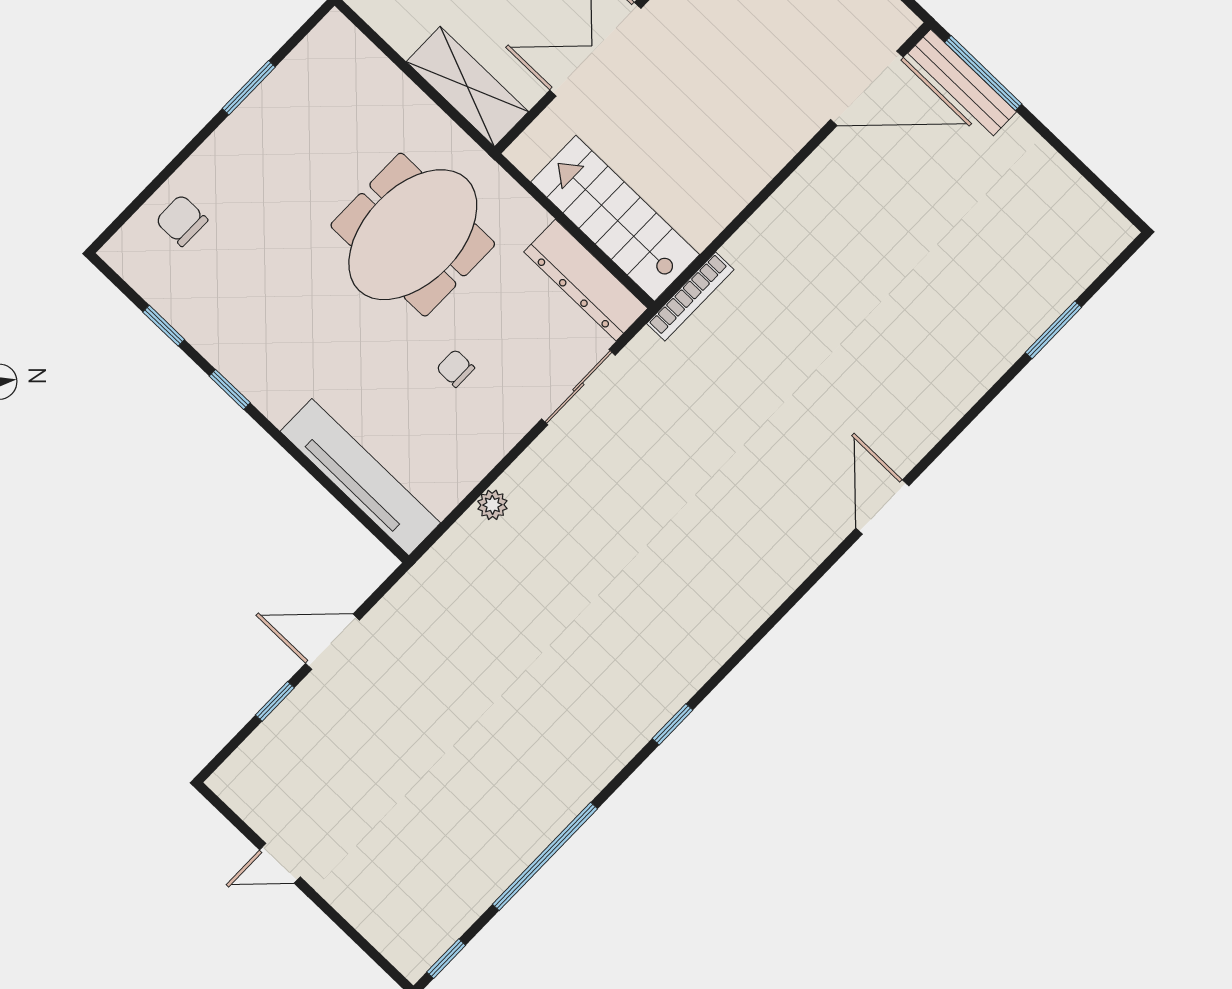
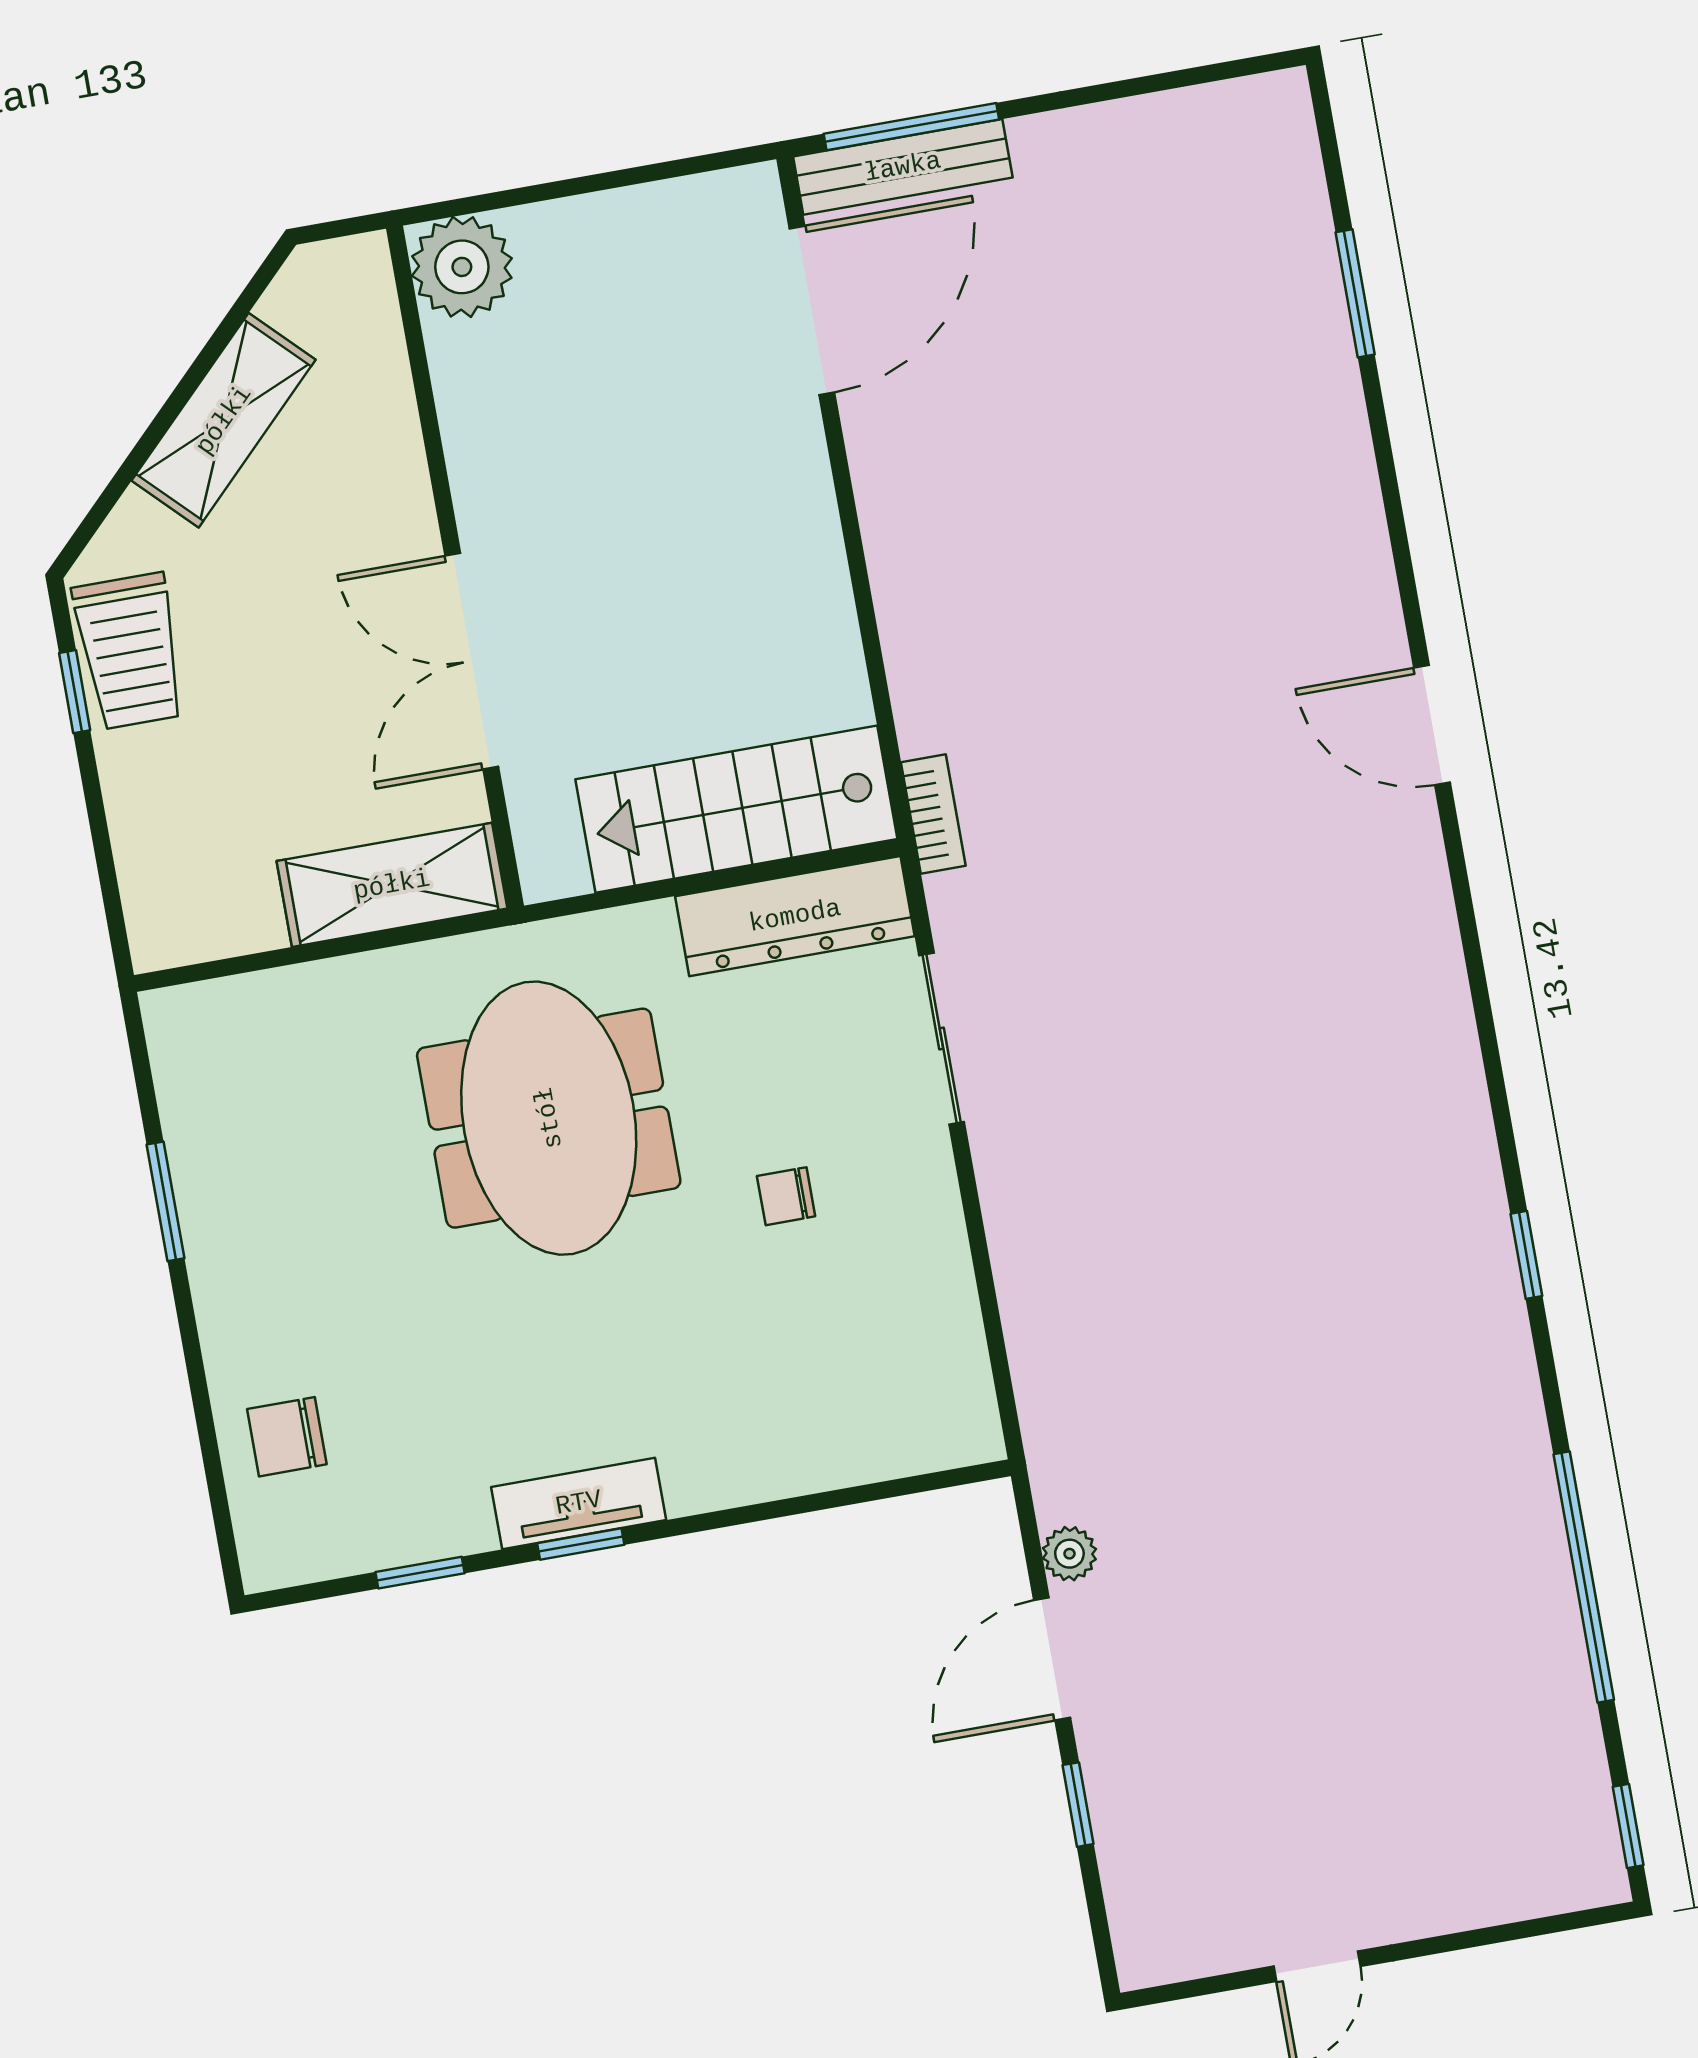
bookcase: (690, 296) -> (933, 814), width x0.64
tv unit: (360, 477) -> (579, 1503), moved, width x0.52, depth x0.78
plant: (492, 505) -> (1069, 1554), moved

